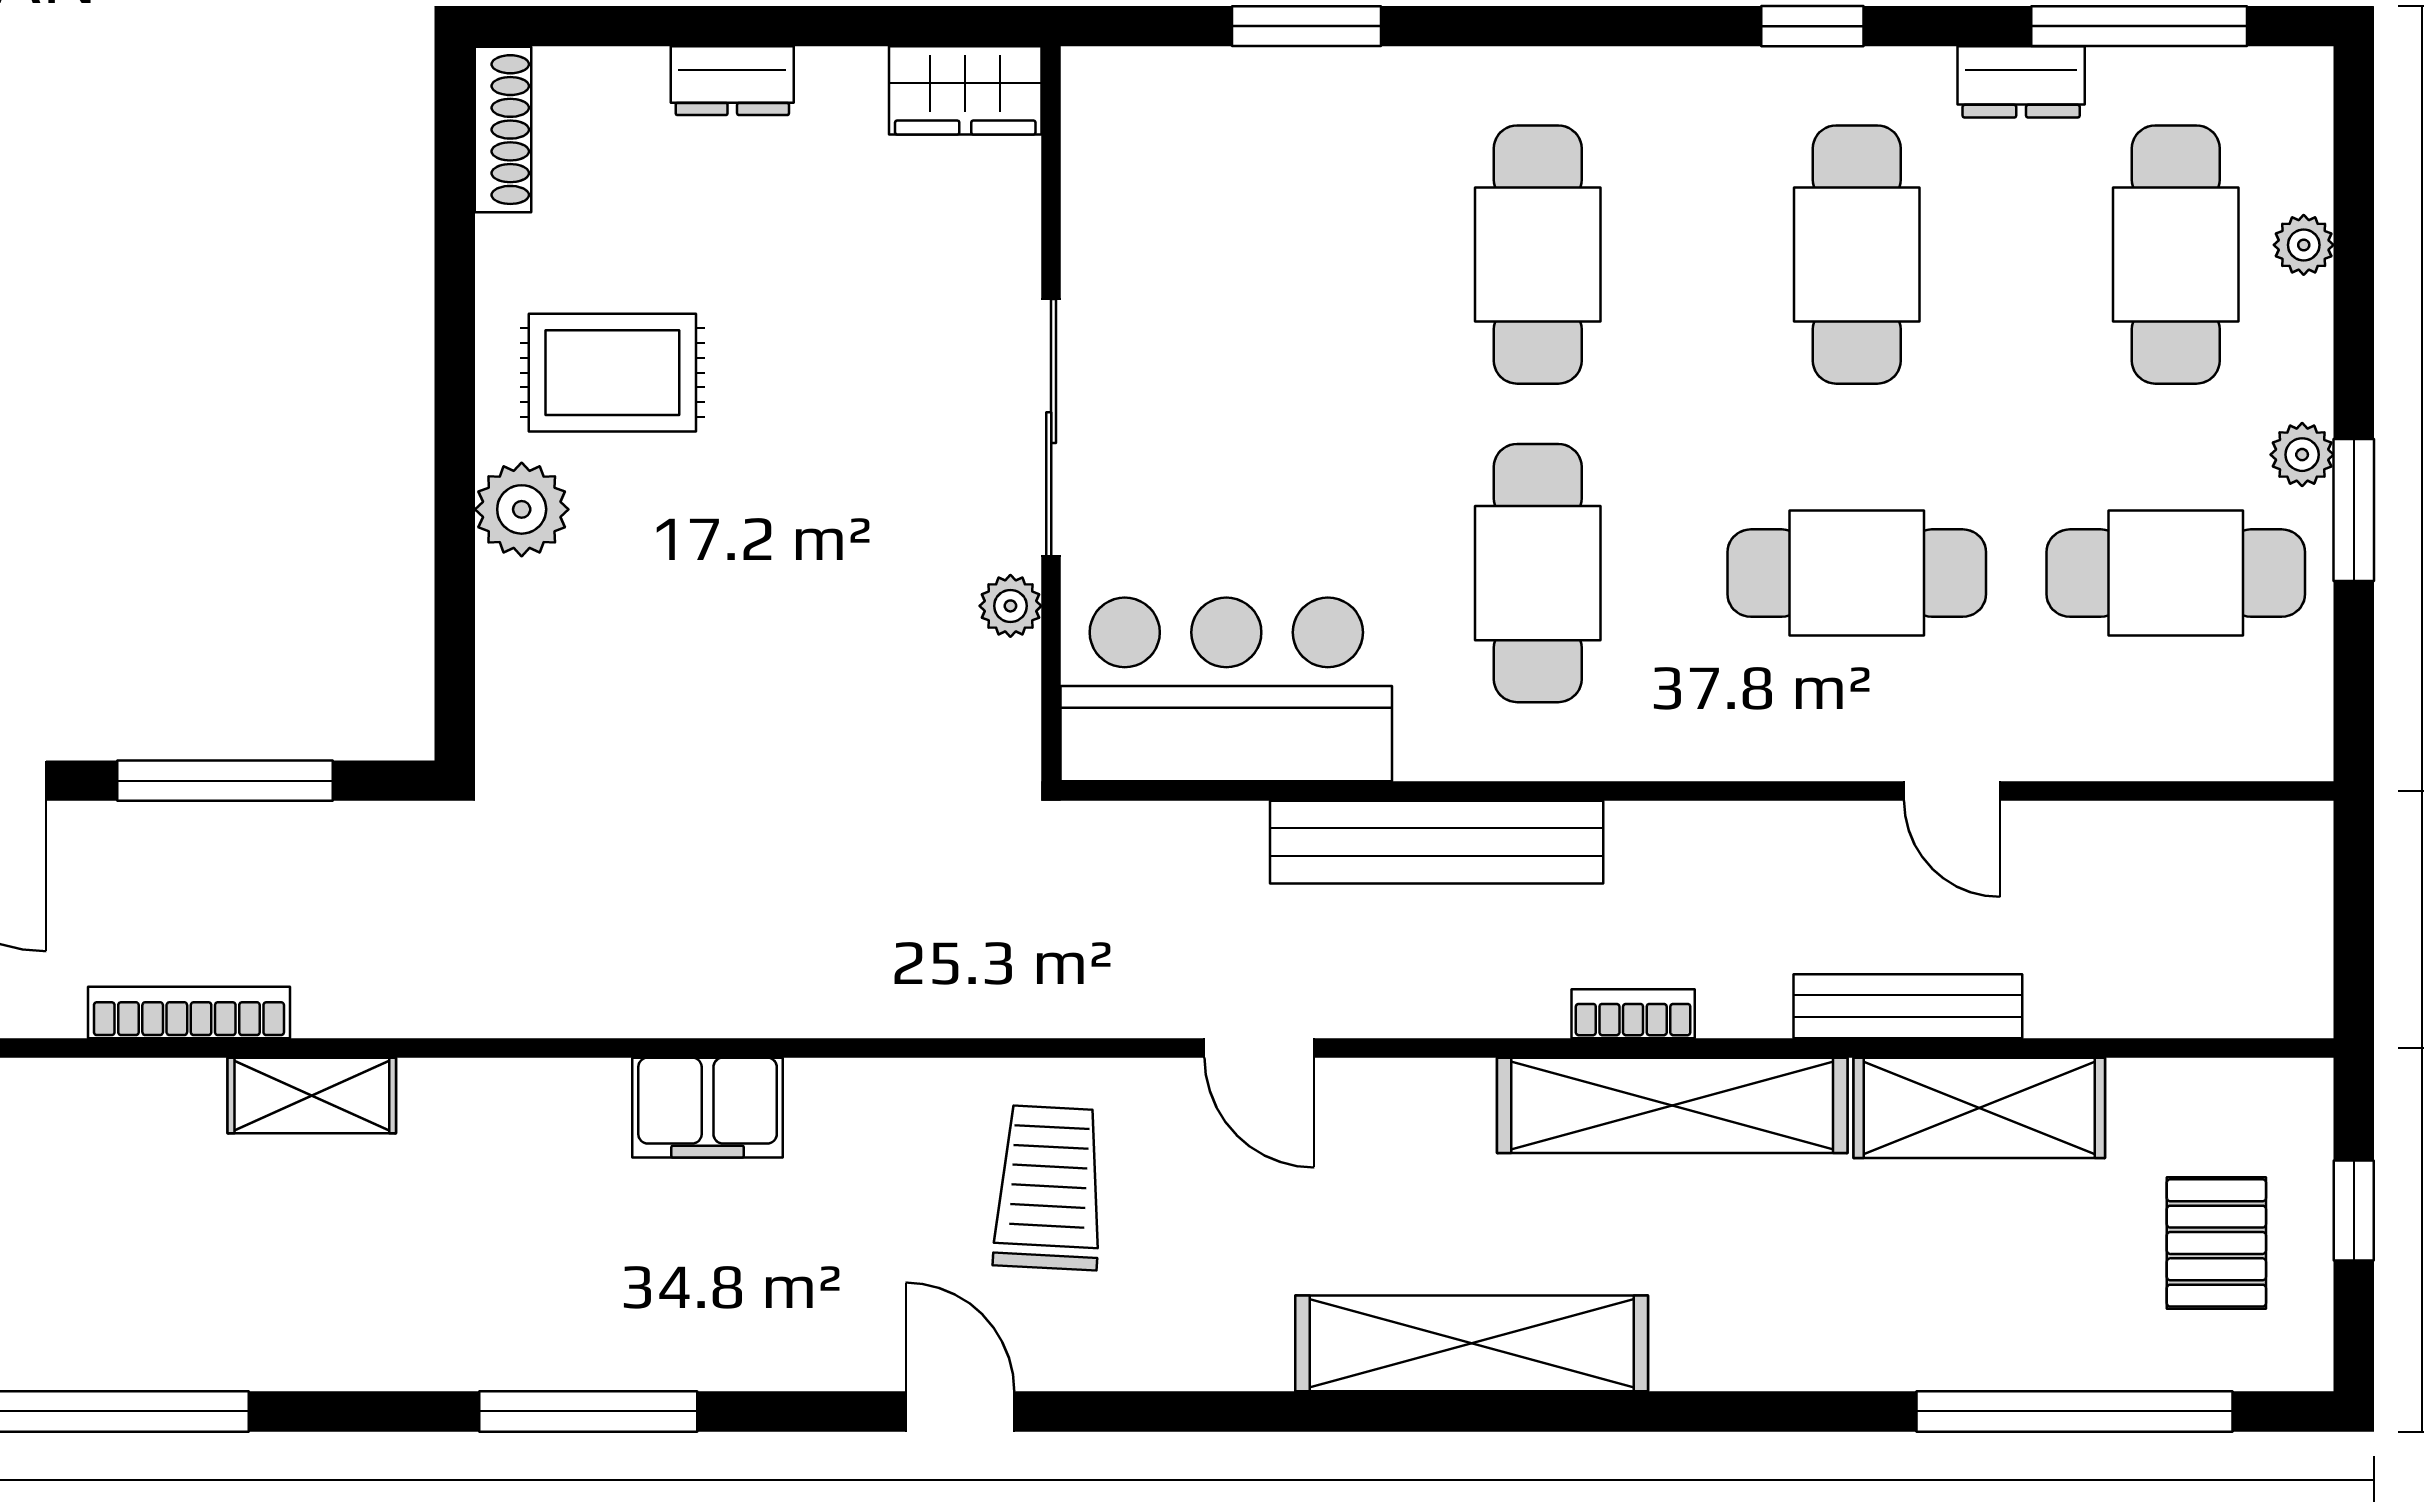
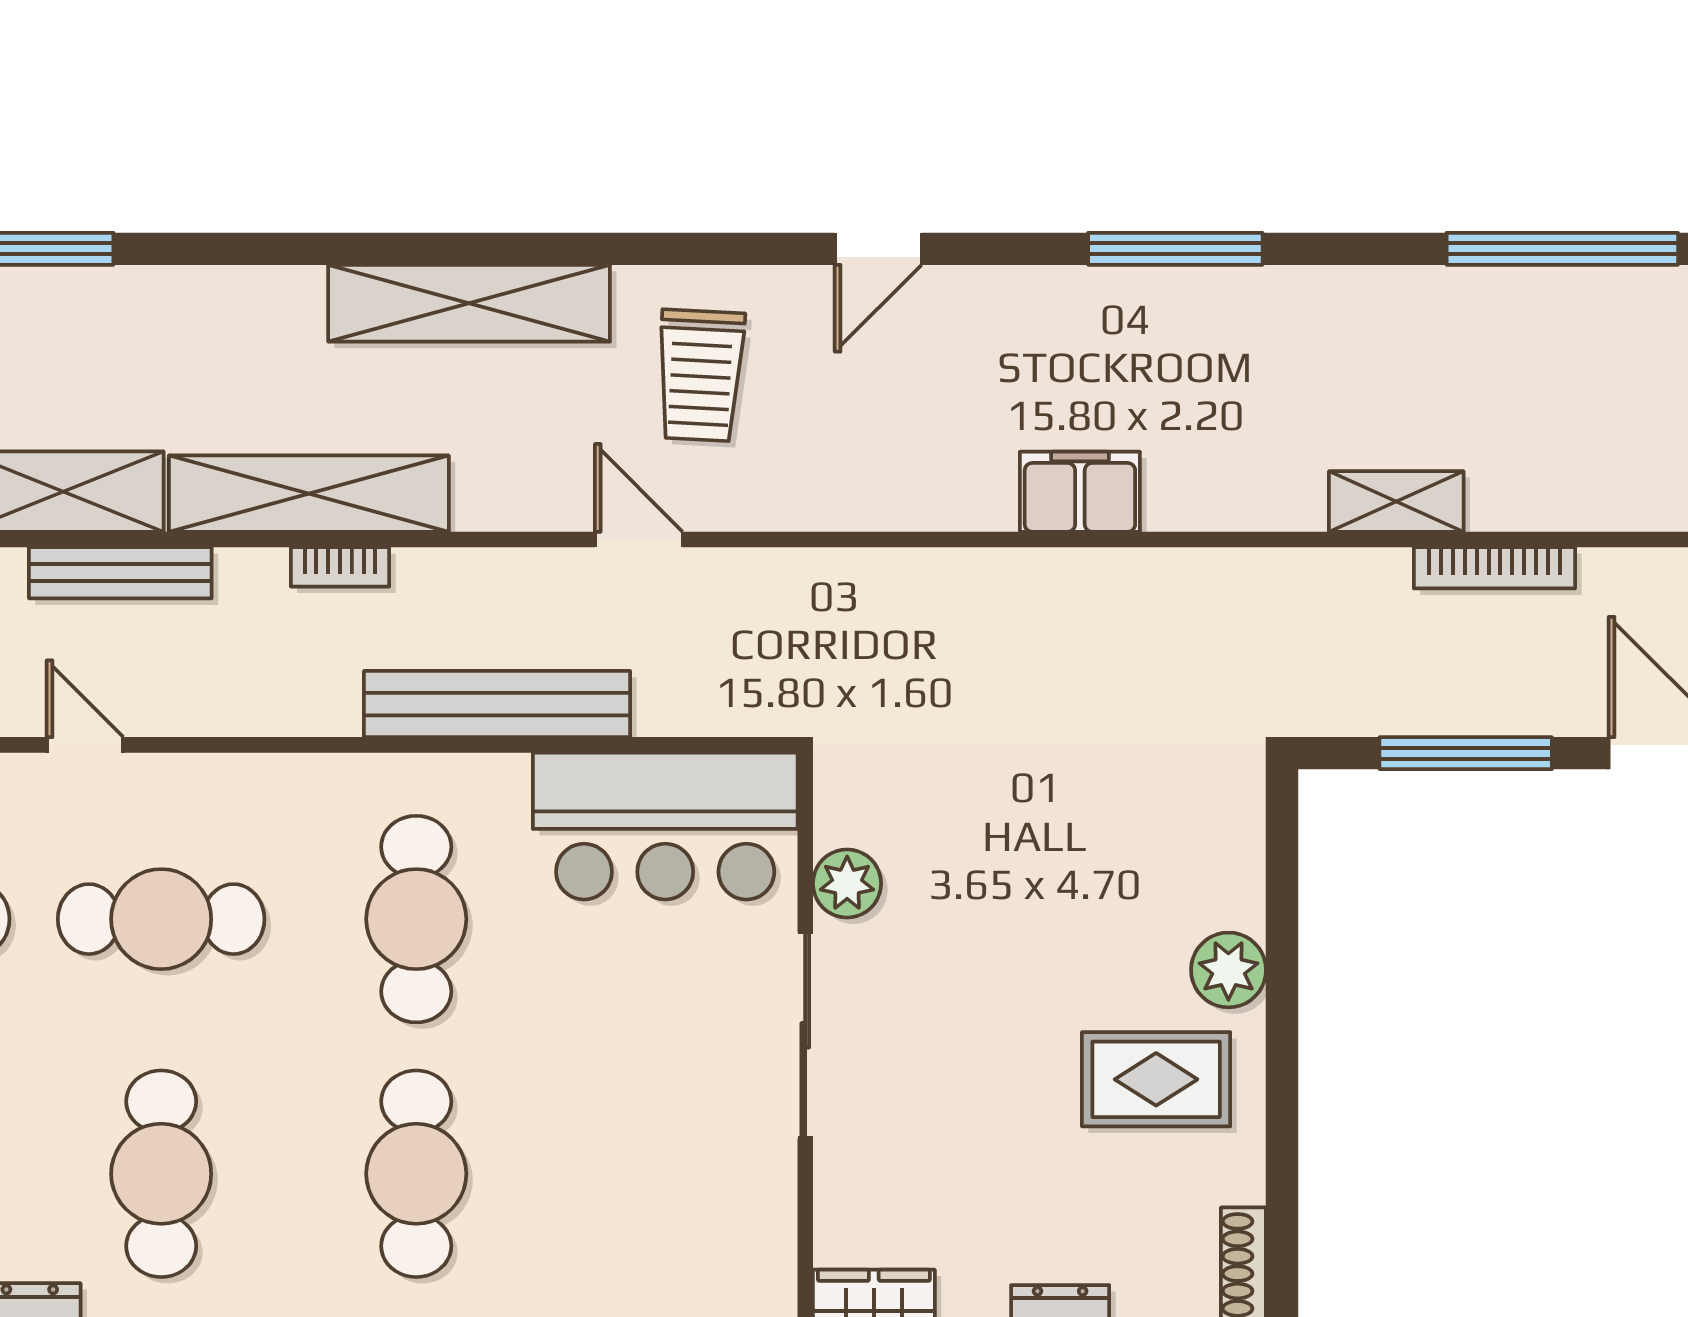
plant: (1010, 606) -> (847, 884), width x1.38, depth x1.38
trolley: (1049, 1188) -> (700, 375), moved
door: (960, 1411) -> (878, 249), hinge flipped

